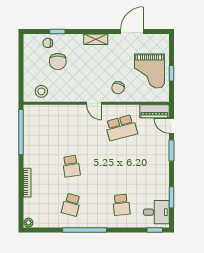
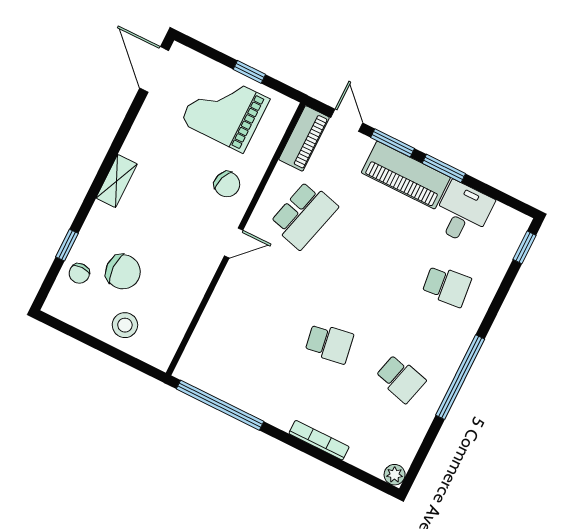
door: (132, 32) -> (154, 69), moved
grand piano: (149, 71) -> (225, 111), turned 180
stool: (41, 91) -> (125, 325), moved
door: (172, 126) -> (347, 120), swing flipped
school desk: (121, 128) -> (304, 215), turned 30
piano: (160, 163) -> (406, 175), added
window: (172, 197) -> (444, 168), moved
desk: (156, 212) -> (463, 213), moved

